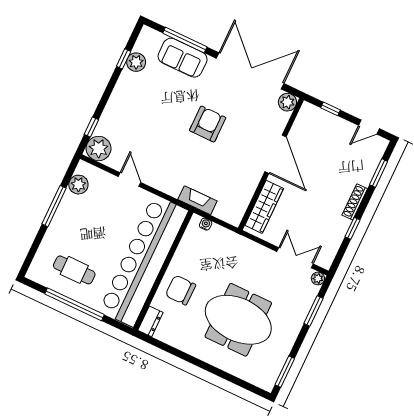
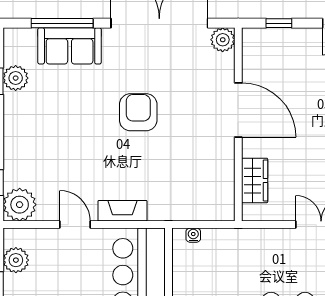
fireplace: (197, 200) -> (122, 211), moved
wardrobe: (264, 207) -> (255, 180), width x0.67

